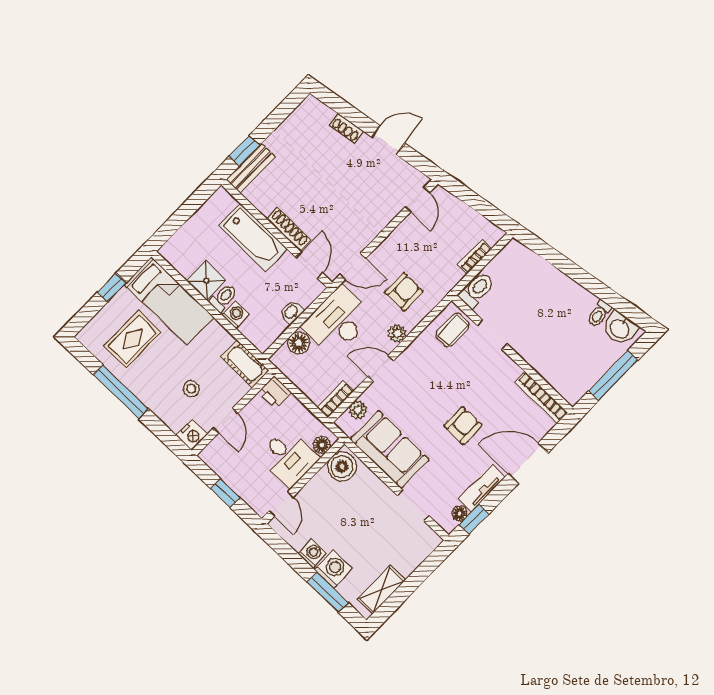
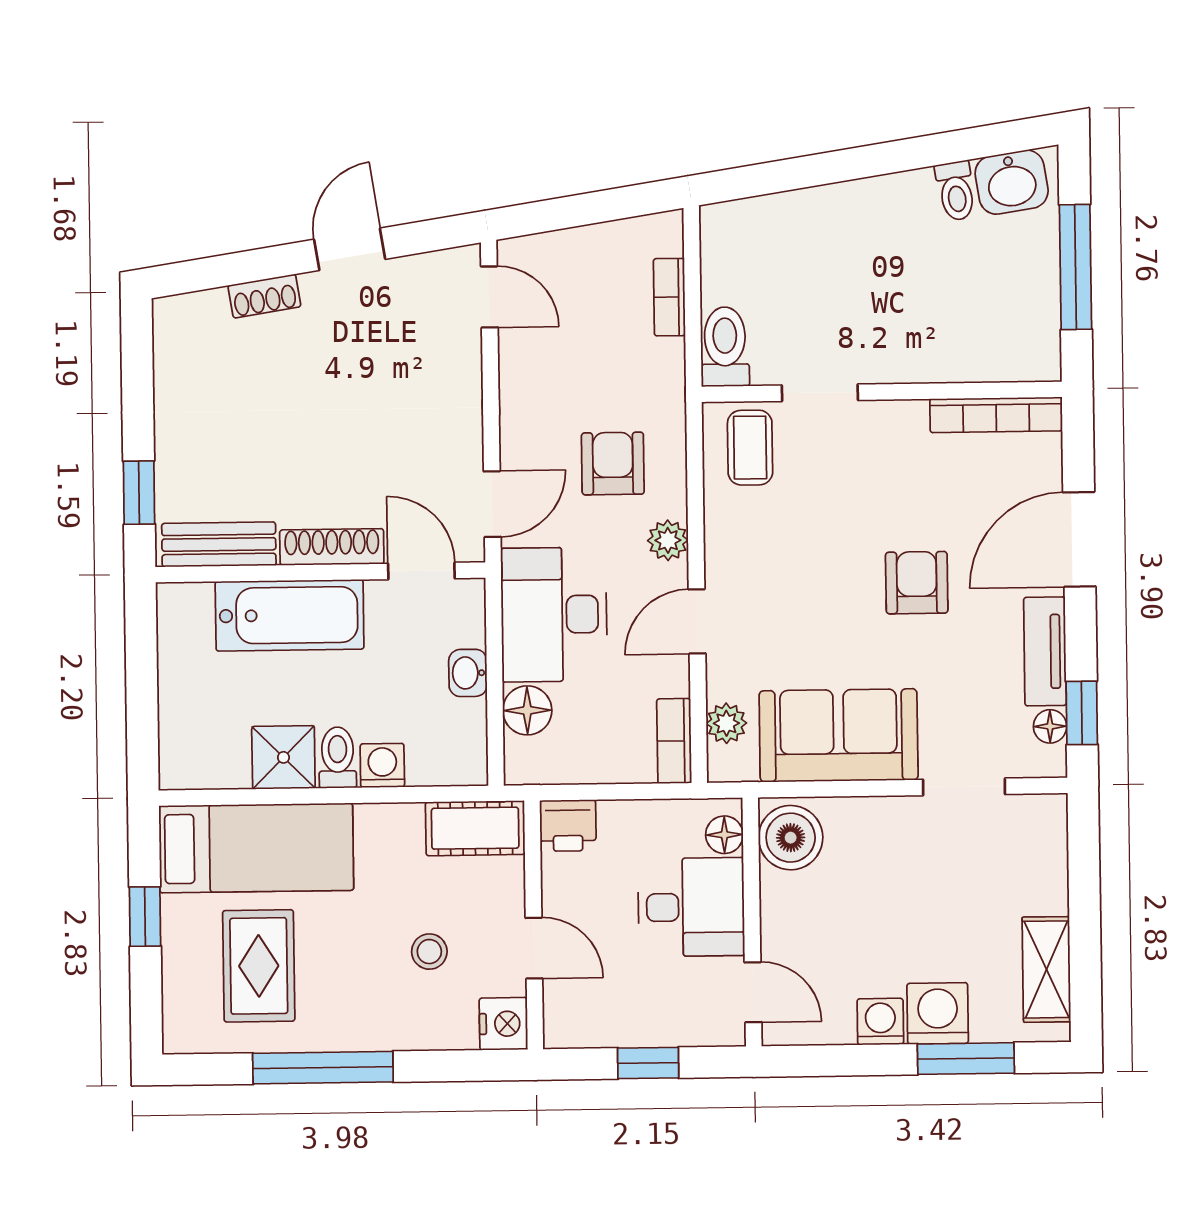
bench: (251, 168) -> (219, 544), moved, turned 90

